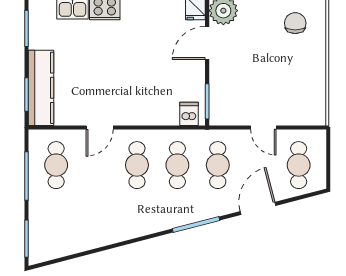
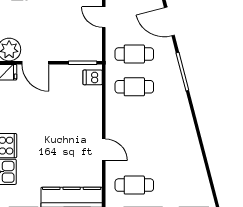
door: (263, 128) -> (104, 17), swing flipped
cafe table: (137, 165) -> (134, 120), removed

